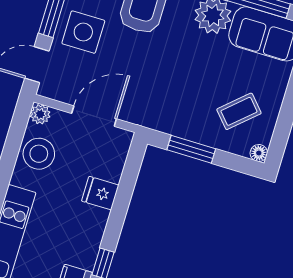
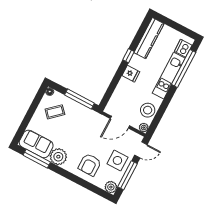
window: (191, 149) -> (79, 99), width x1.44
fridge: (100, 193) -> (131, 74), moved

